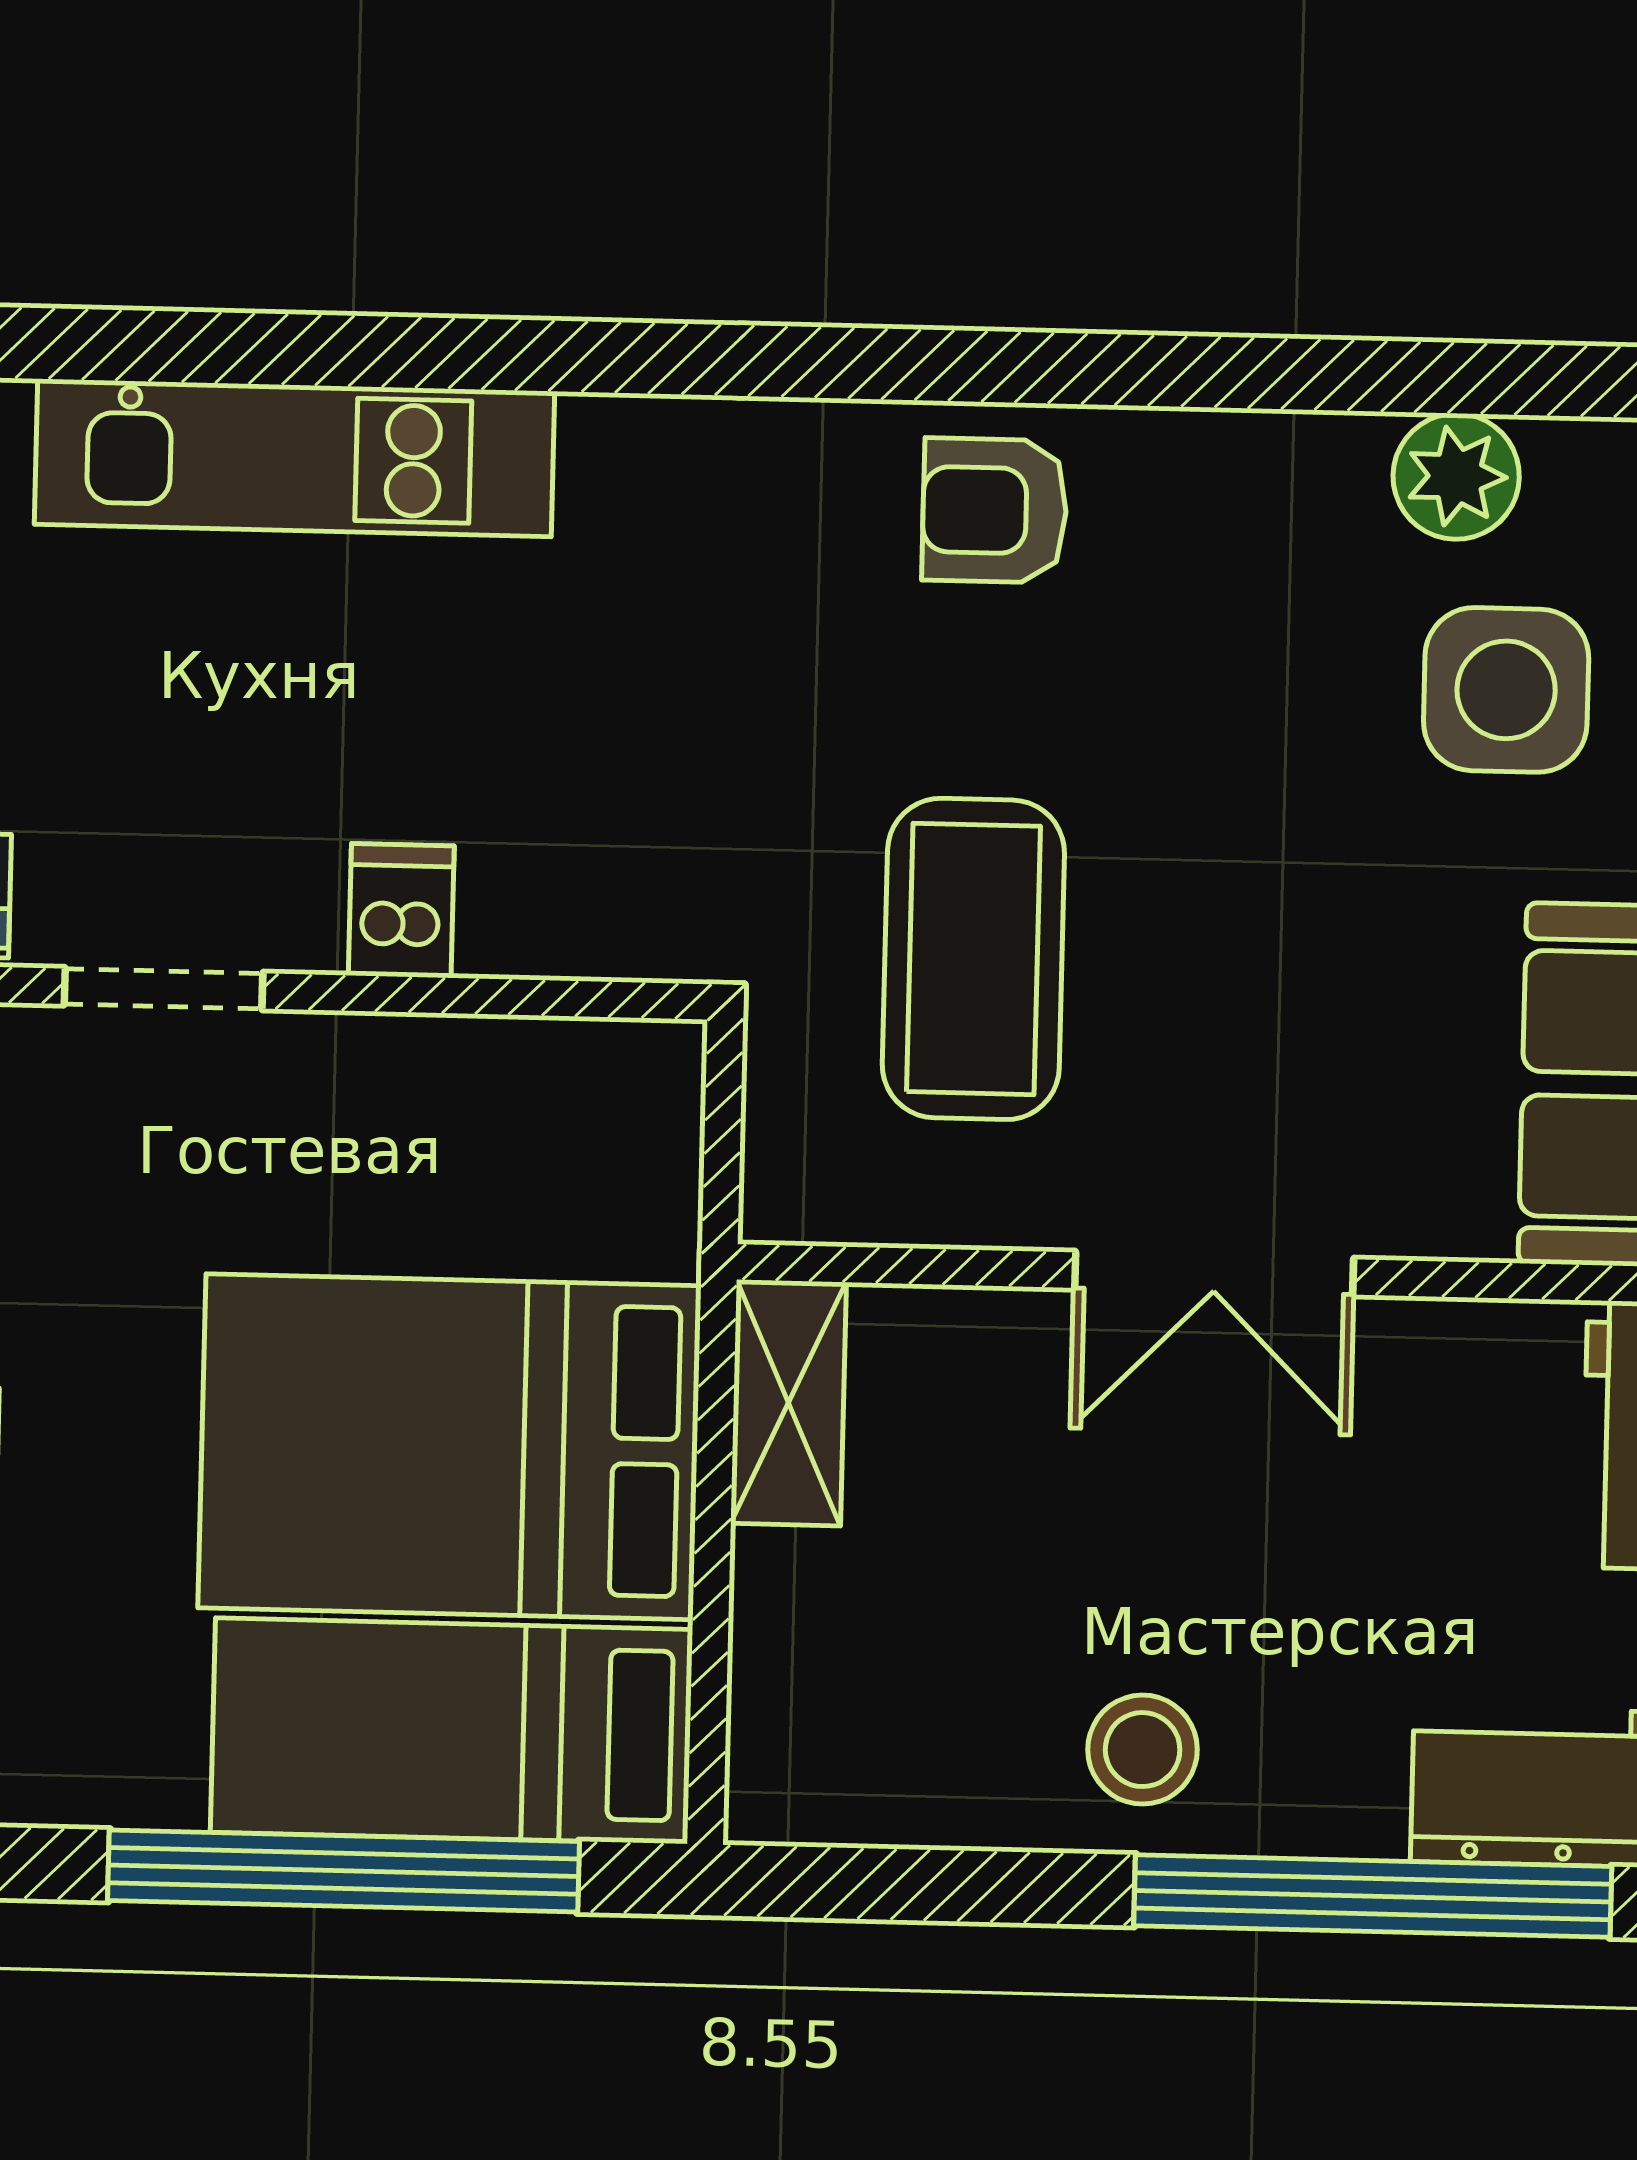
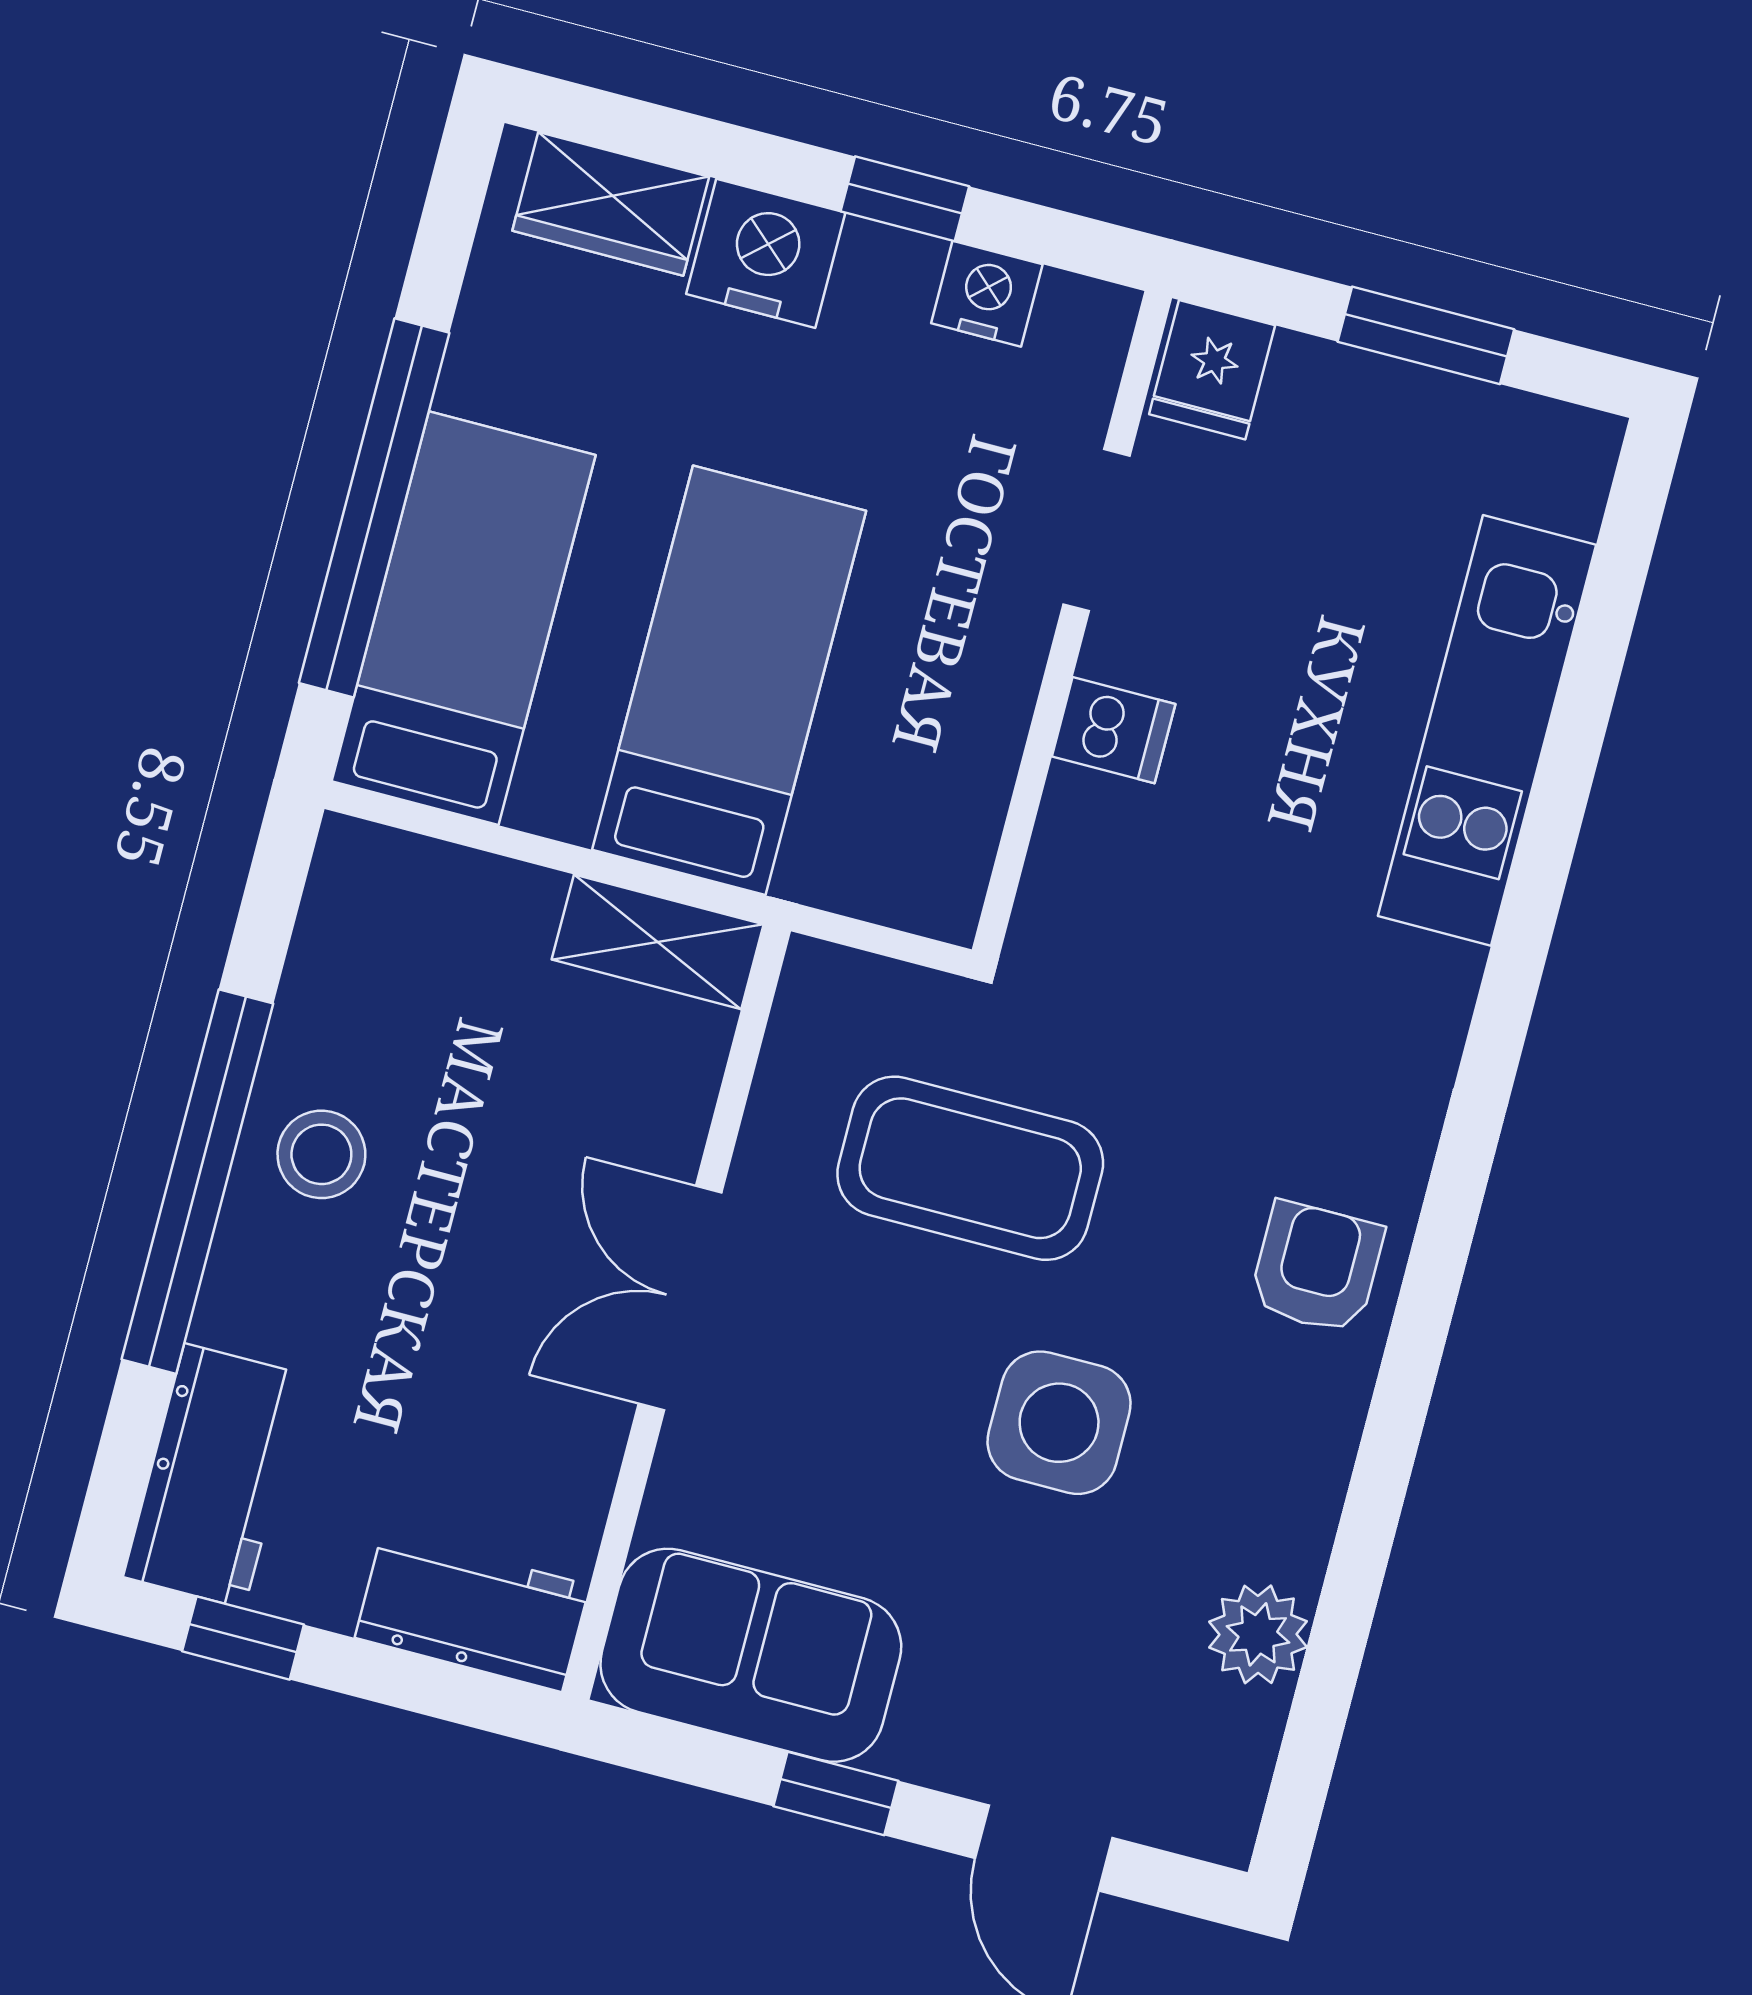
side table: (1506, 690) -> (1059, 1423), moved
bed: (449, 1447) -> (729, 680), width x0.67
window: (1373, 1896) -> (197, 1182), moved

